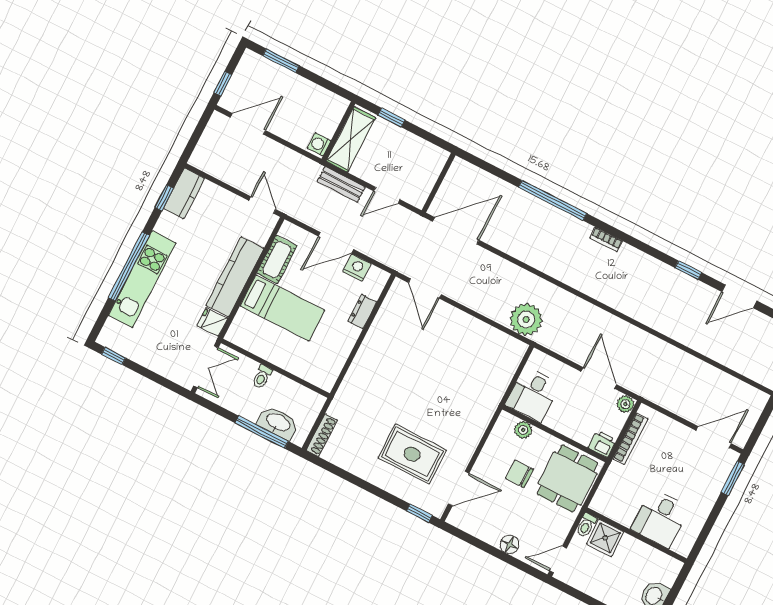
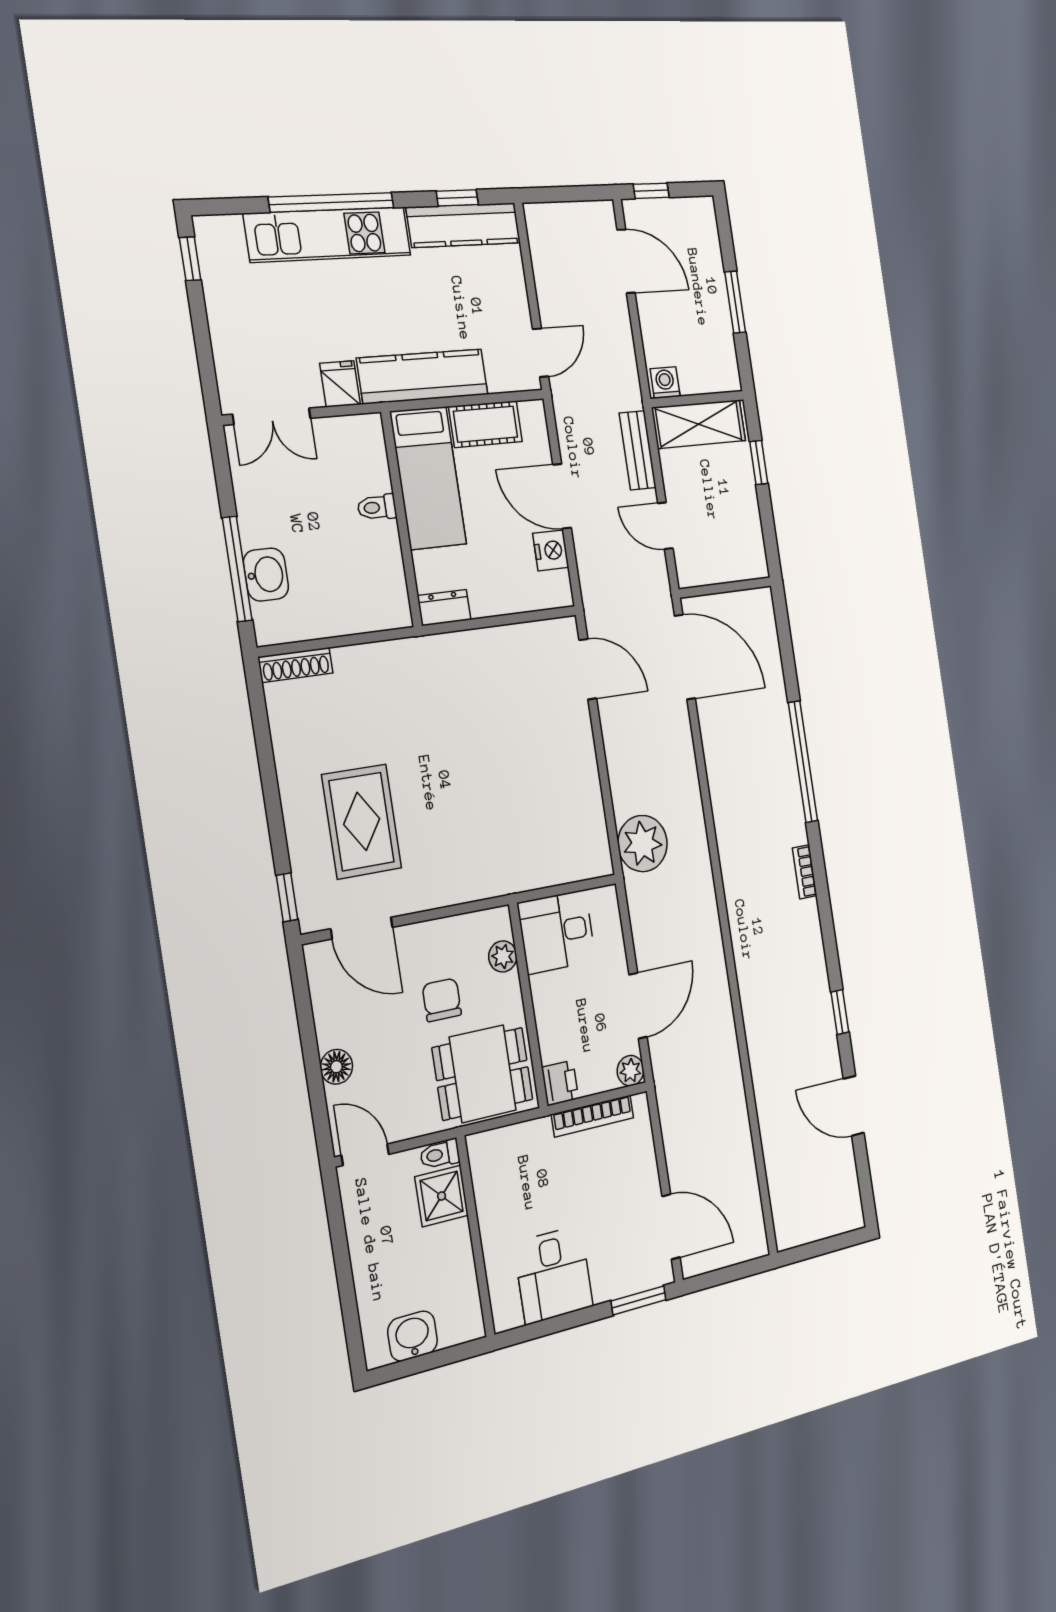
window: (281, 61) -> (735, 302), moved
kitchen counter: (184, 193) -> (464, 225), width x1.50
door: (425, 289) -> (588, 669), swing flipped
dresser: (362, 312) -> (444, 608), moved
wall: (275, 368) -> (402, 519), moved
toilet: (262, 377) -> (377, 507), moved
washbasin: (278, 423) -> (266, 575), width x0.72
desk: (660, 518) -> (553, 1275), moved, turned -90

